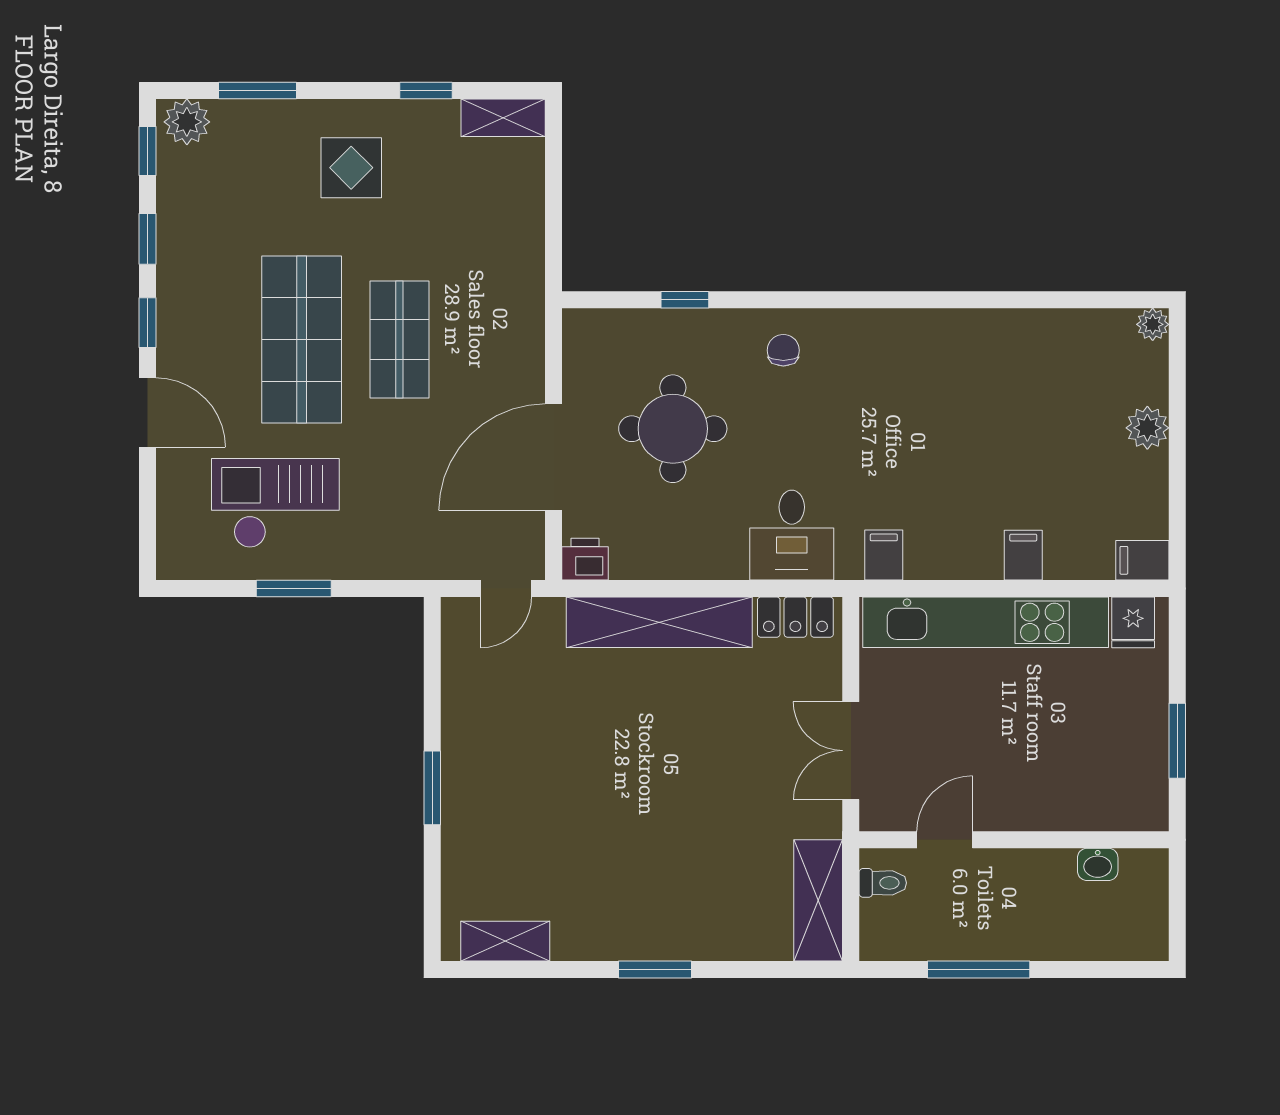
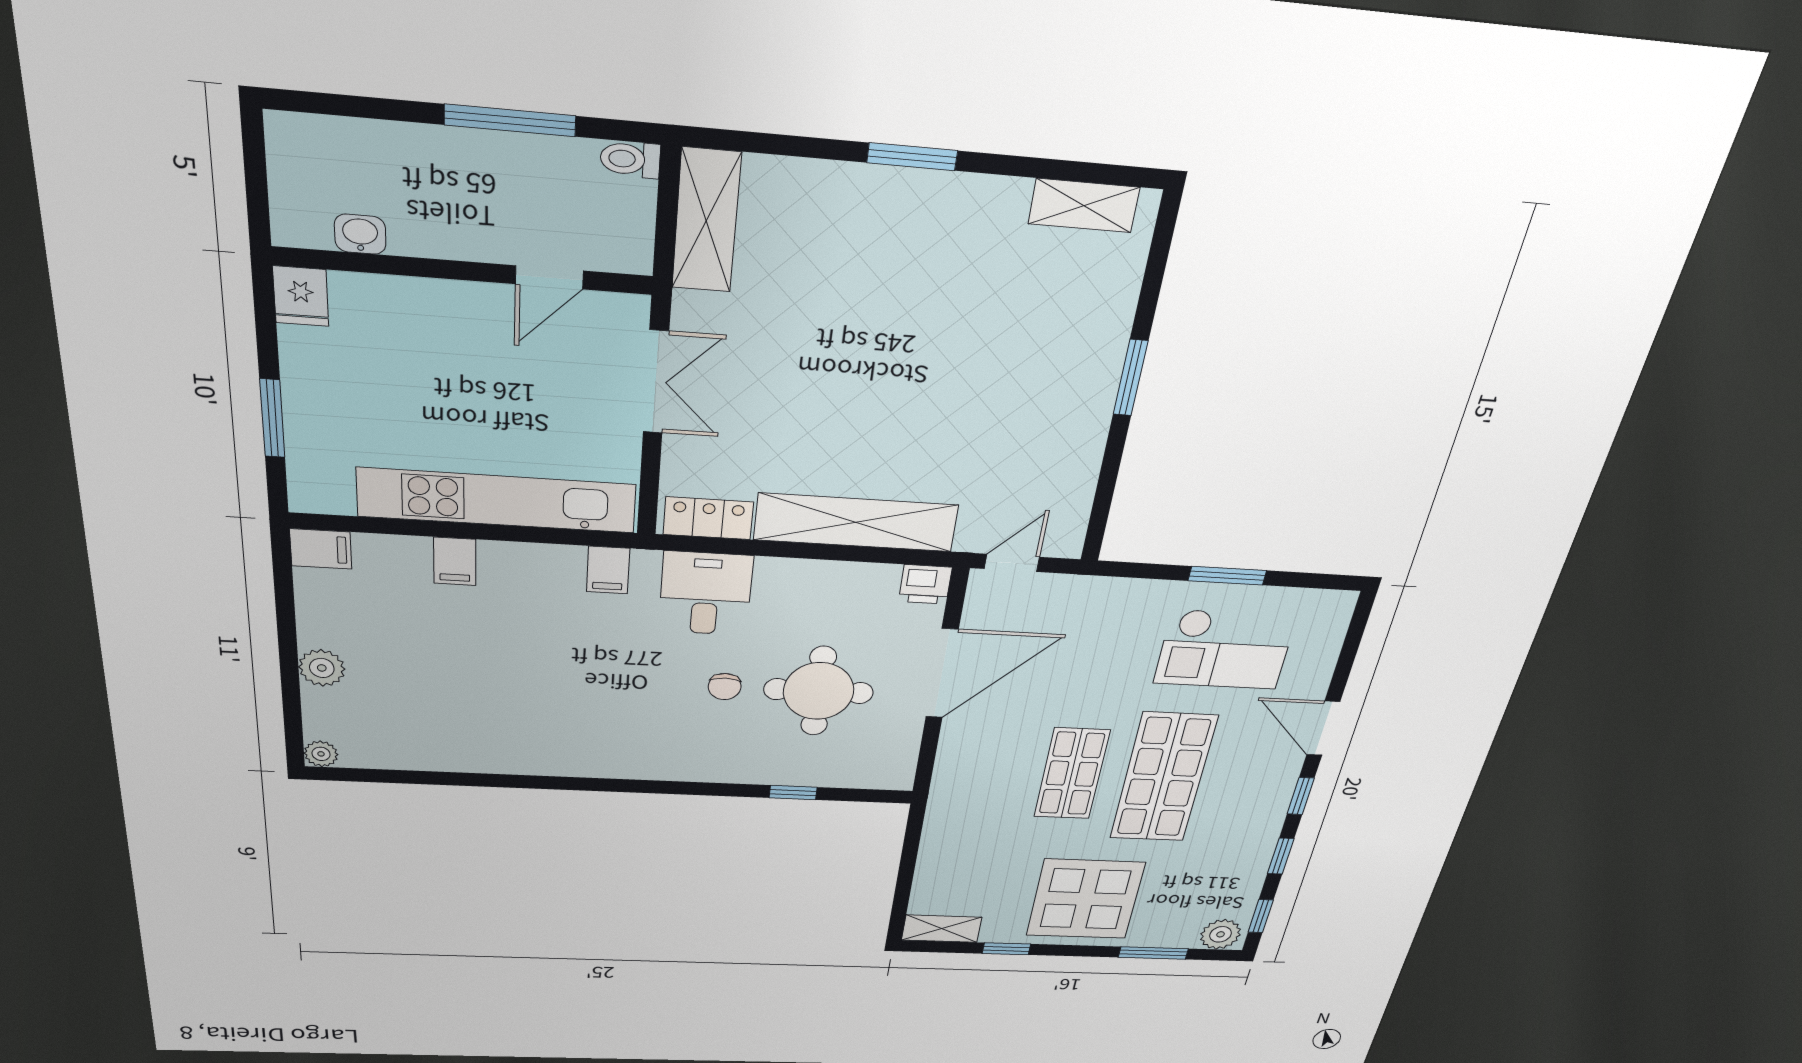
display table: (351, 168) -> (1085, 899), width x1.86, depth x1.86
chair: (783, 350) -> (725, 687), moved
fridge: (1133, 622) -> (301, 296), moved, turned 180
window: (1177, 741) -> (272, 418), moved
toilet: (883, 883) -> (630, 159), moved

